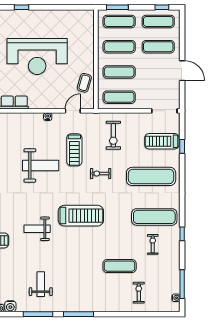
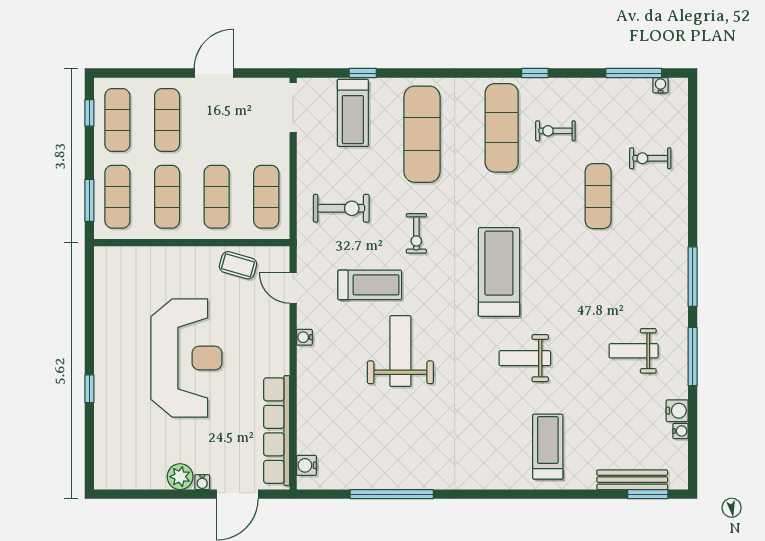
weight bench: (37, 229) -> (525, 358), turned 90

